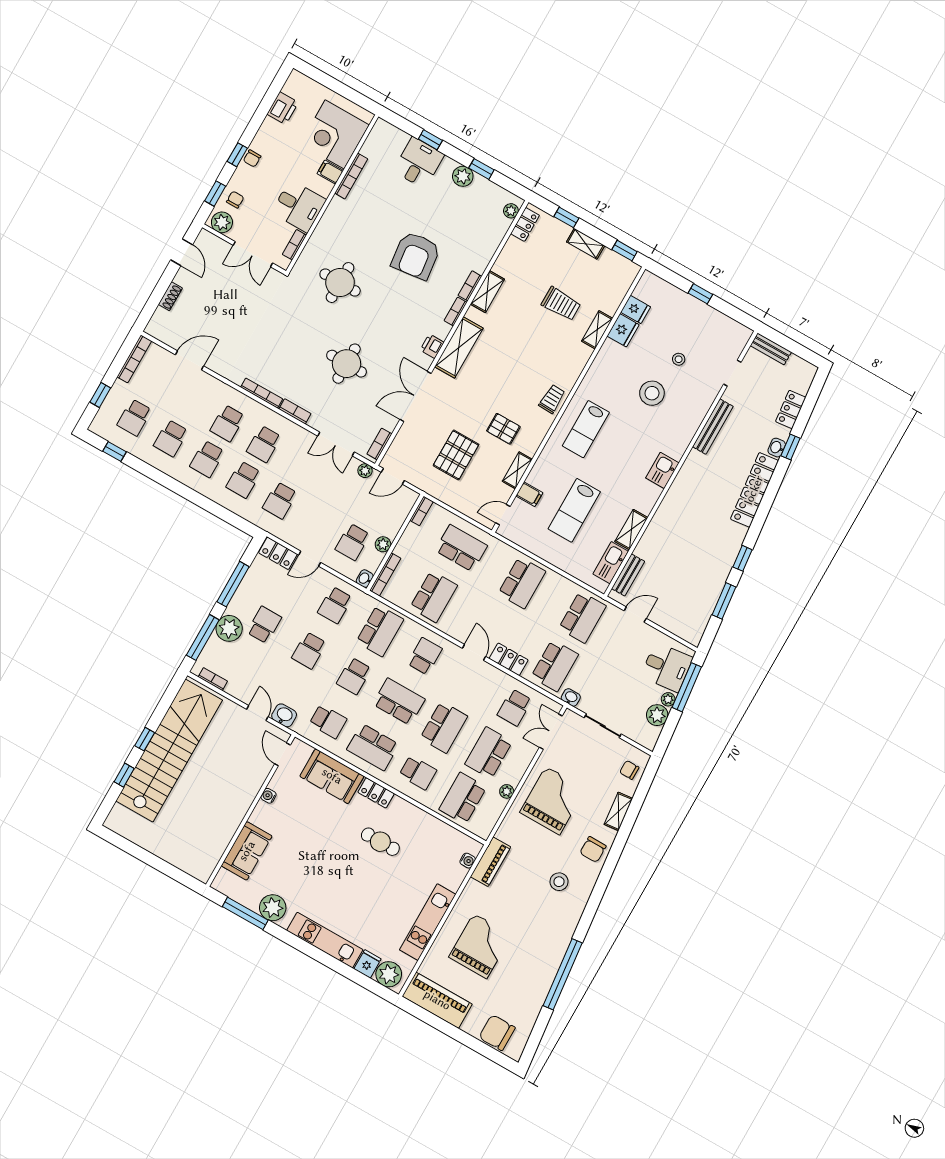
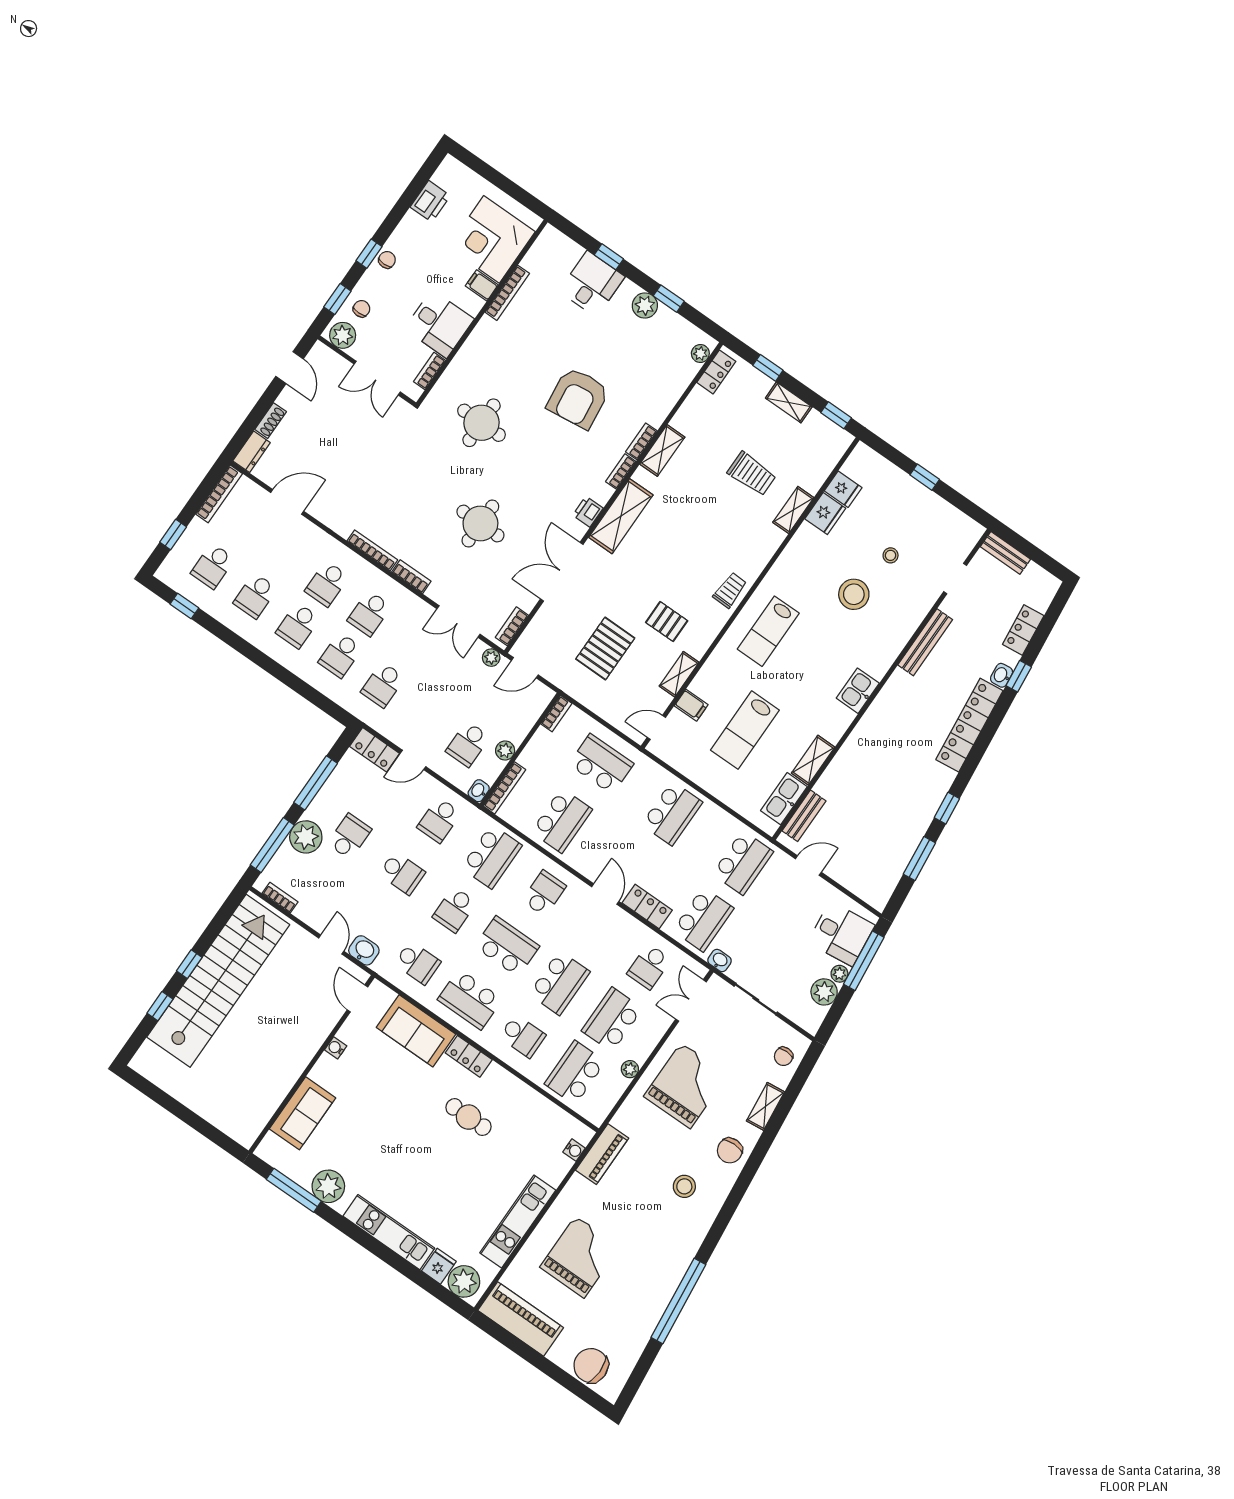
chair: (252, 158) -> (387, 260), turned 180
dresser: (157, 323) -> (252, 452), added
school desk: (309, 650) -> (402, 873), turned -90
chair: (629, 770) -> (784, 1056), turned -90

